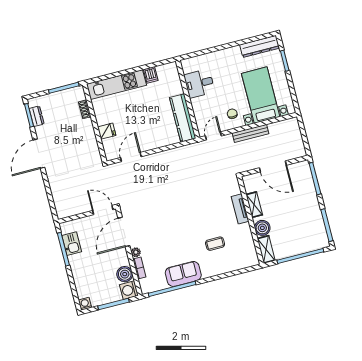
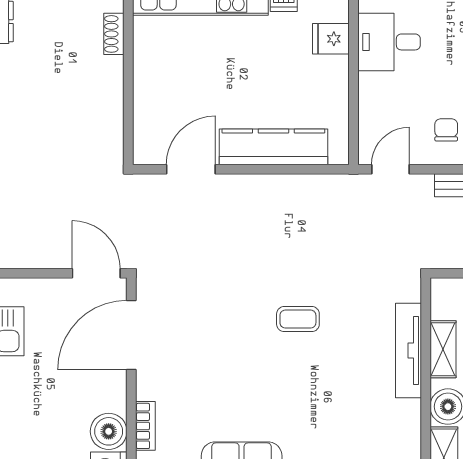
kitchen counter: (183, 118) -> (273, 147), moved, turned 90
fridge: (107, 131) -> (331, 39), moved, turned 180
tv unit: (240, 209) -> (409, 350), width x1.41
coffee table: (215, 244) -> (298, 319), moved
plant: (136, 252) -> (147, 388), removed

